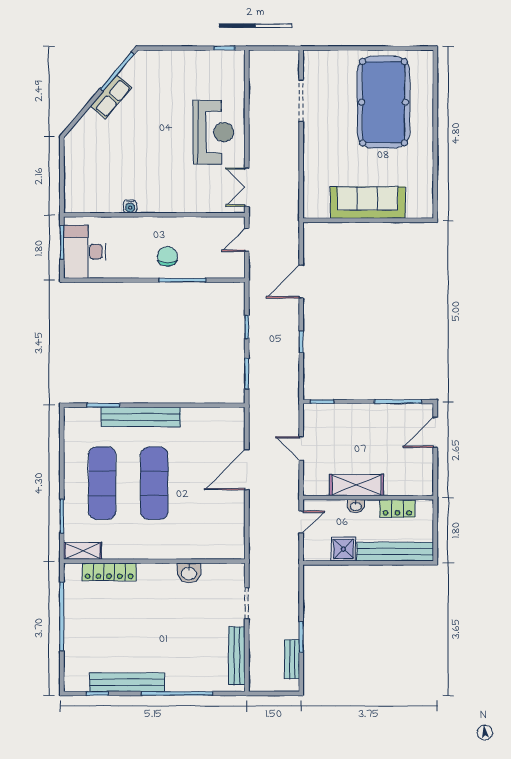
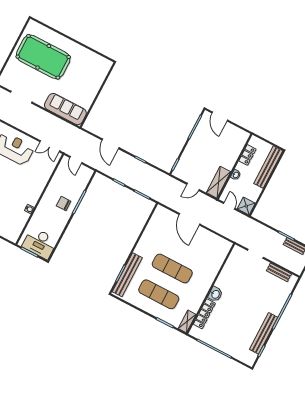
sofa: (368, 203) -> (65, 109), moved, turned 90
bench: (141, 417) -> (127, 275), moved
shelving: (357, 485) -> (219, 182), moved
shower: (343, 549) -> (246, 206), moved
washbasin: (189, 573) -> (215, 294), moved
bench: (237, 656) -> (279, 272), width x0.73

